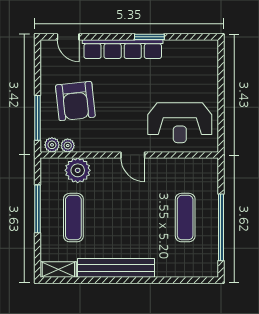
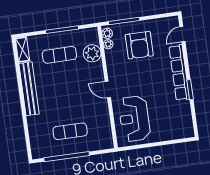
armchair: (75, 101) -> (139, 45), turned -84
door: (133, 155) -> (108, 89), hinge flipped

